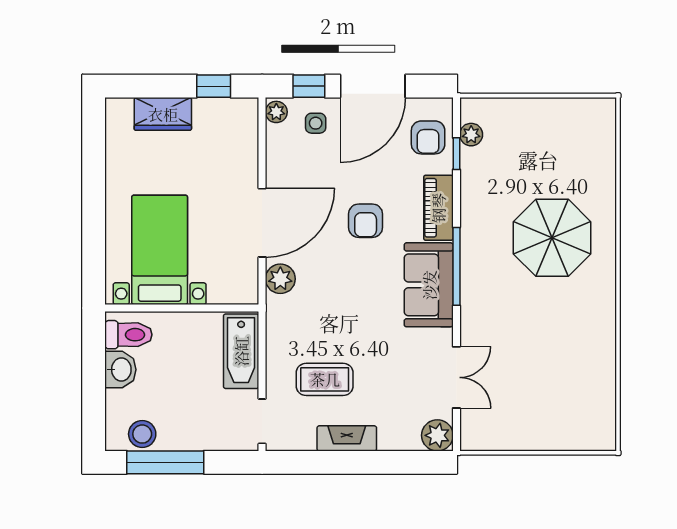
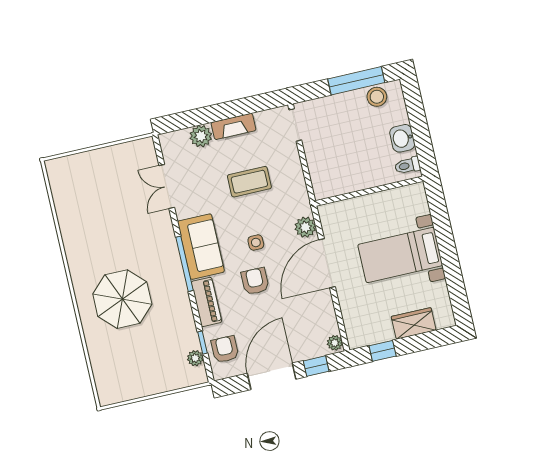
side table: (316, 123) -> (256, 242), moved
bed with nightstands: (160, 250) -> (400, 255), moved, turned 90
toilet: (128, 335) -> (407, 166), width x0.73, depth x0.72
bathtub: (241, 351) -> (321, 170), removed
coffee table: (325, 379) -> (249, 182), moved
plant: (437, 435) -> (201, 136), moved

